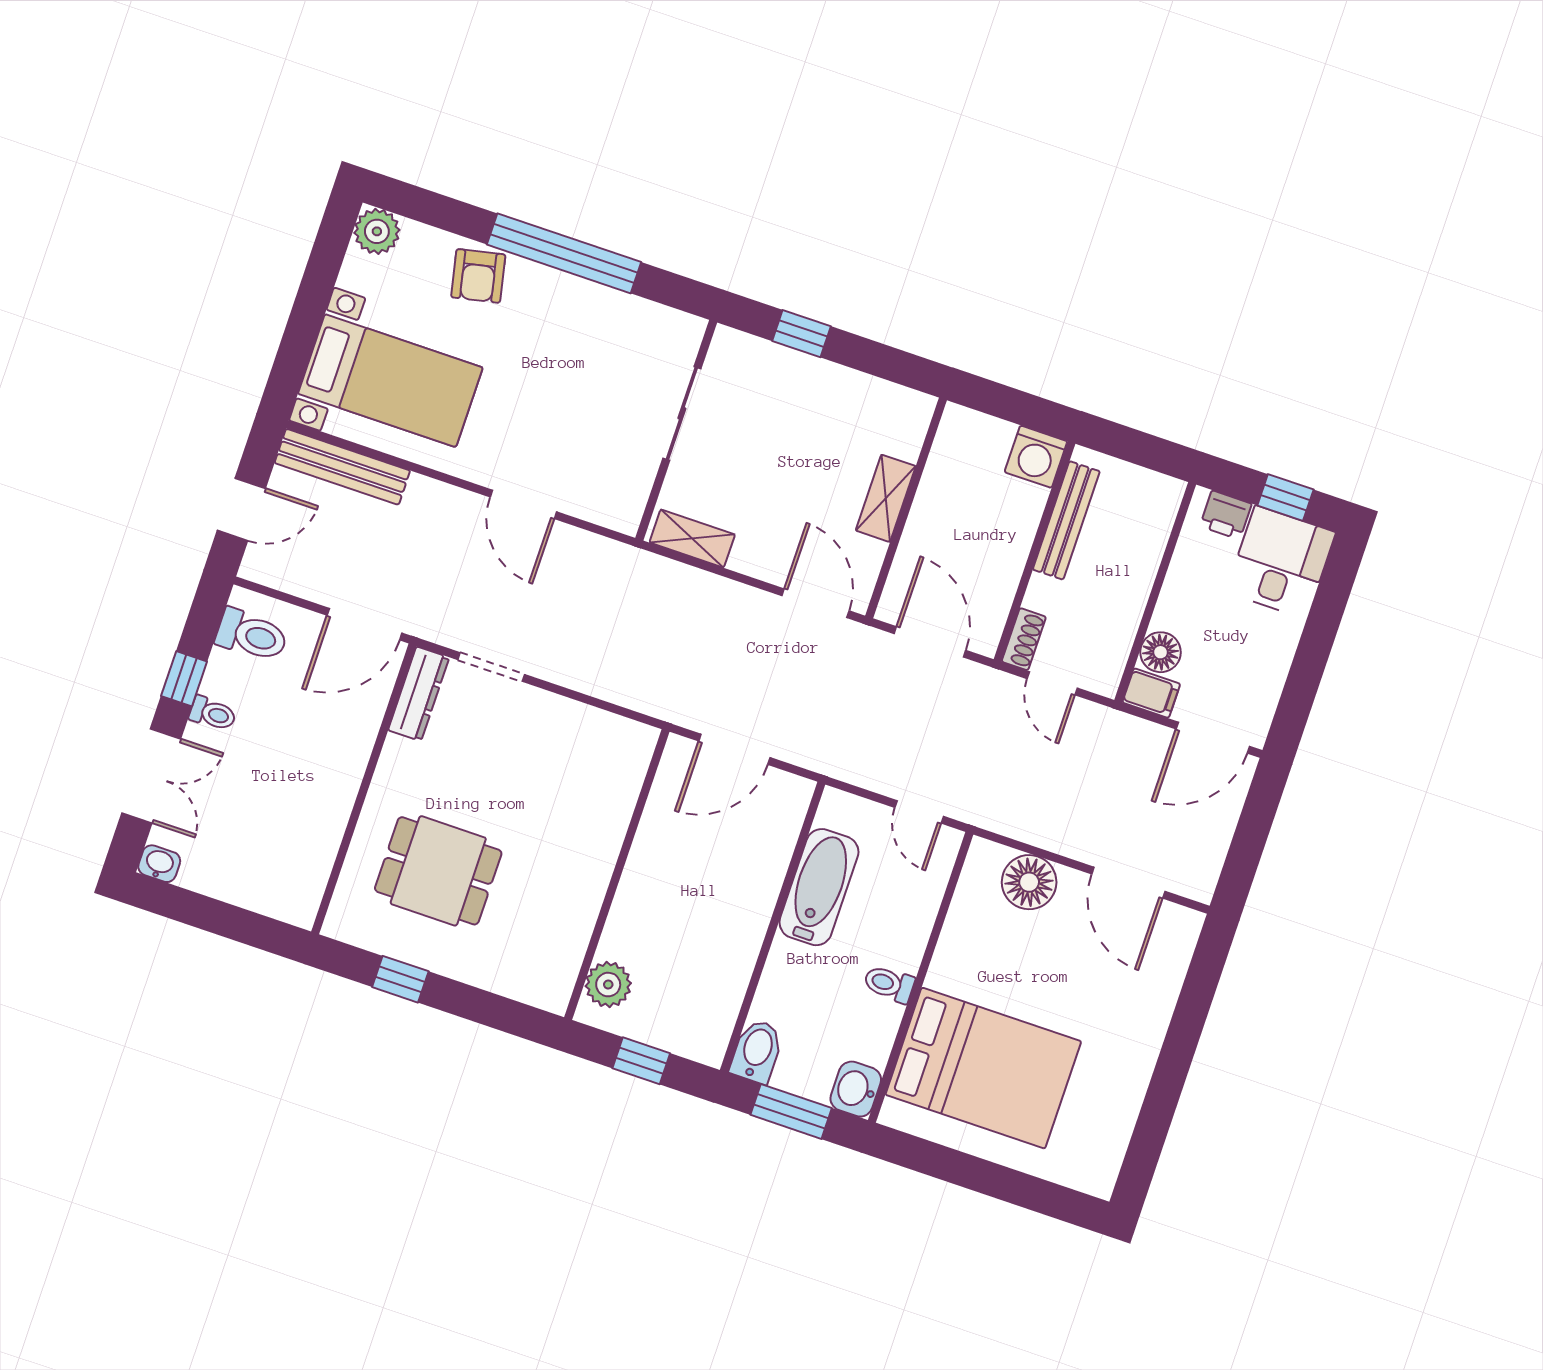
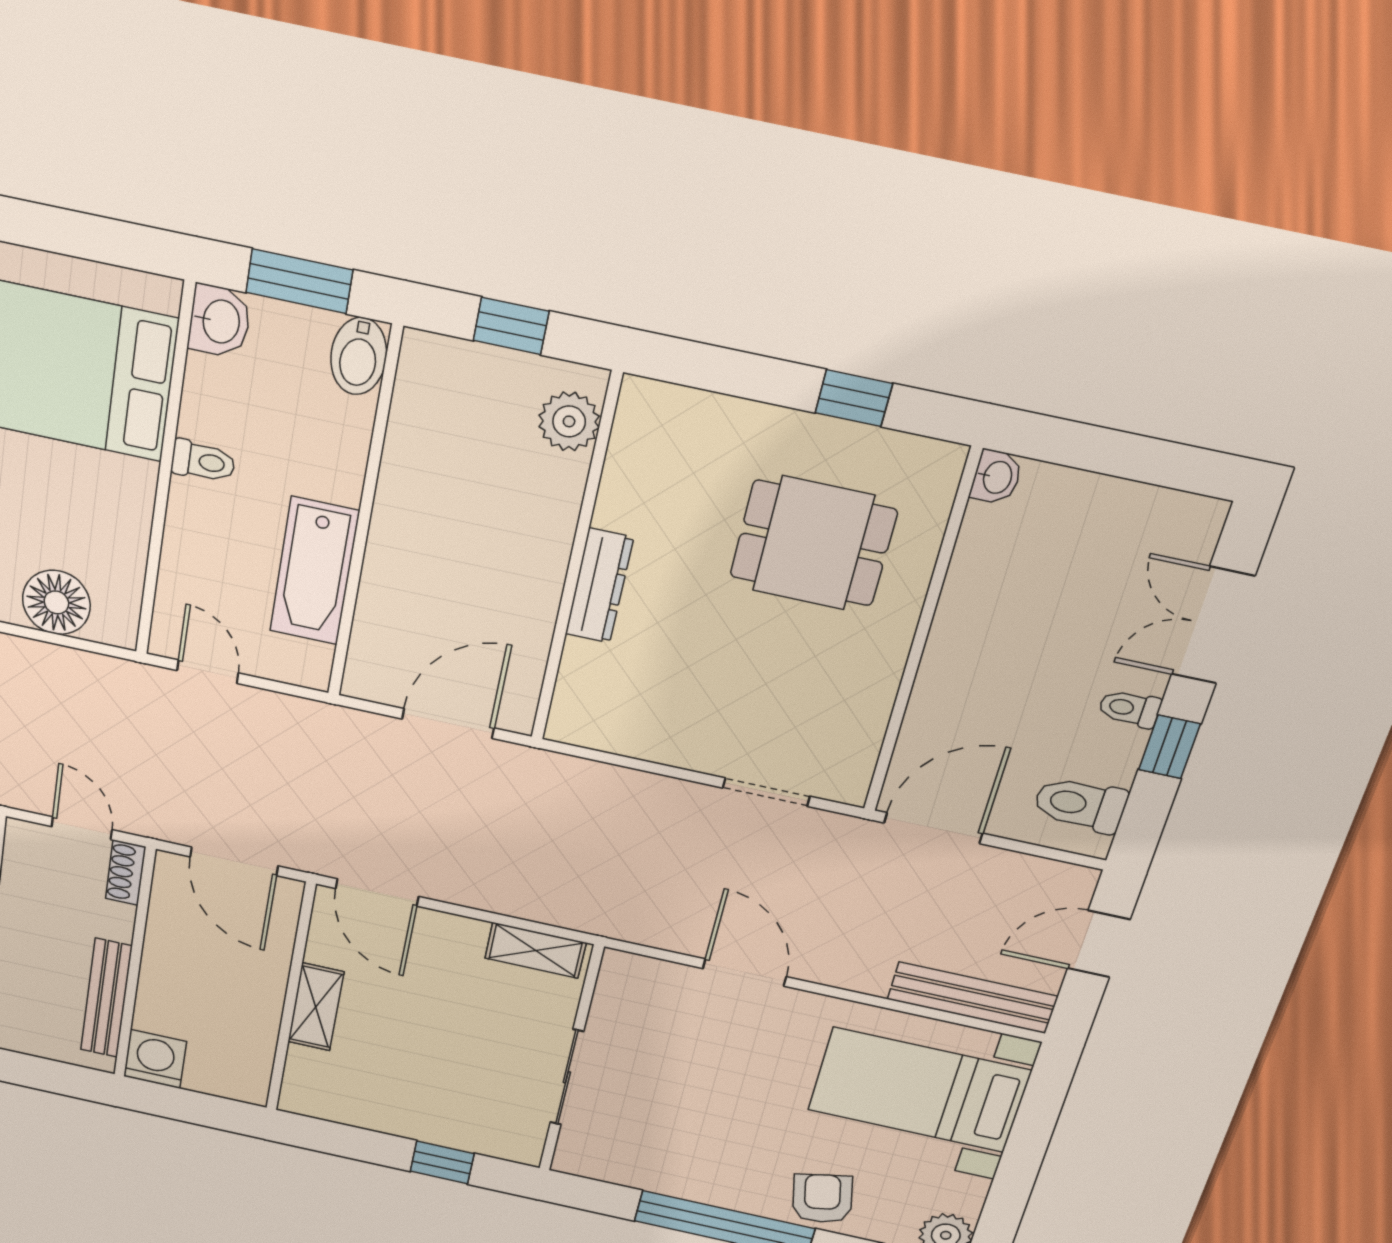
dresser: (419, 694) -> (599, 586), moved, turned 180
washbasin: (159, 864) -> (996, 477), moved, turned -90

